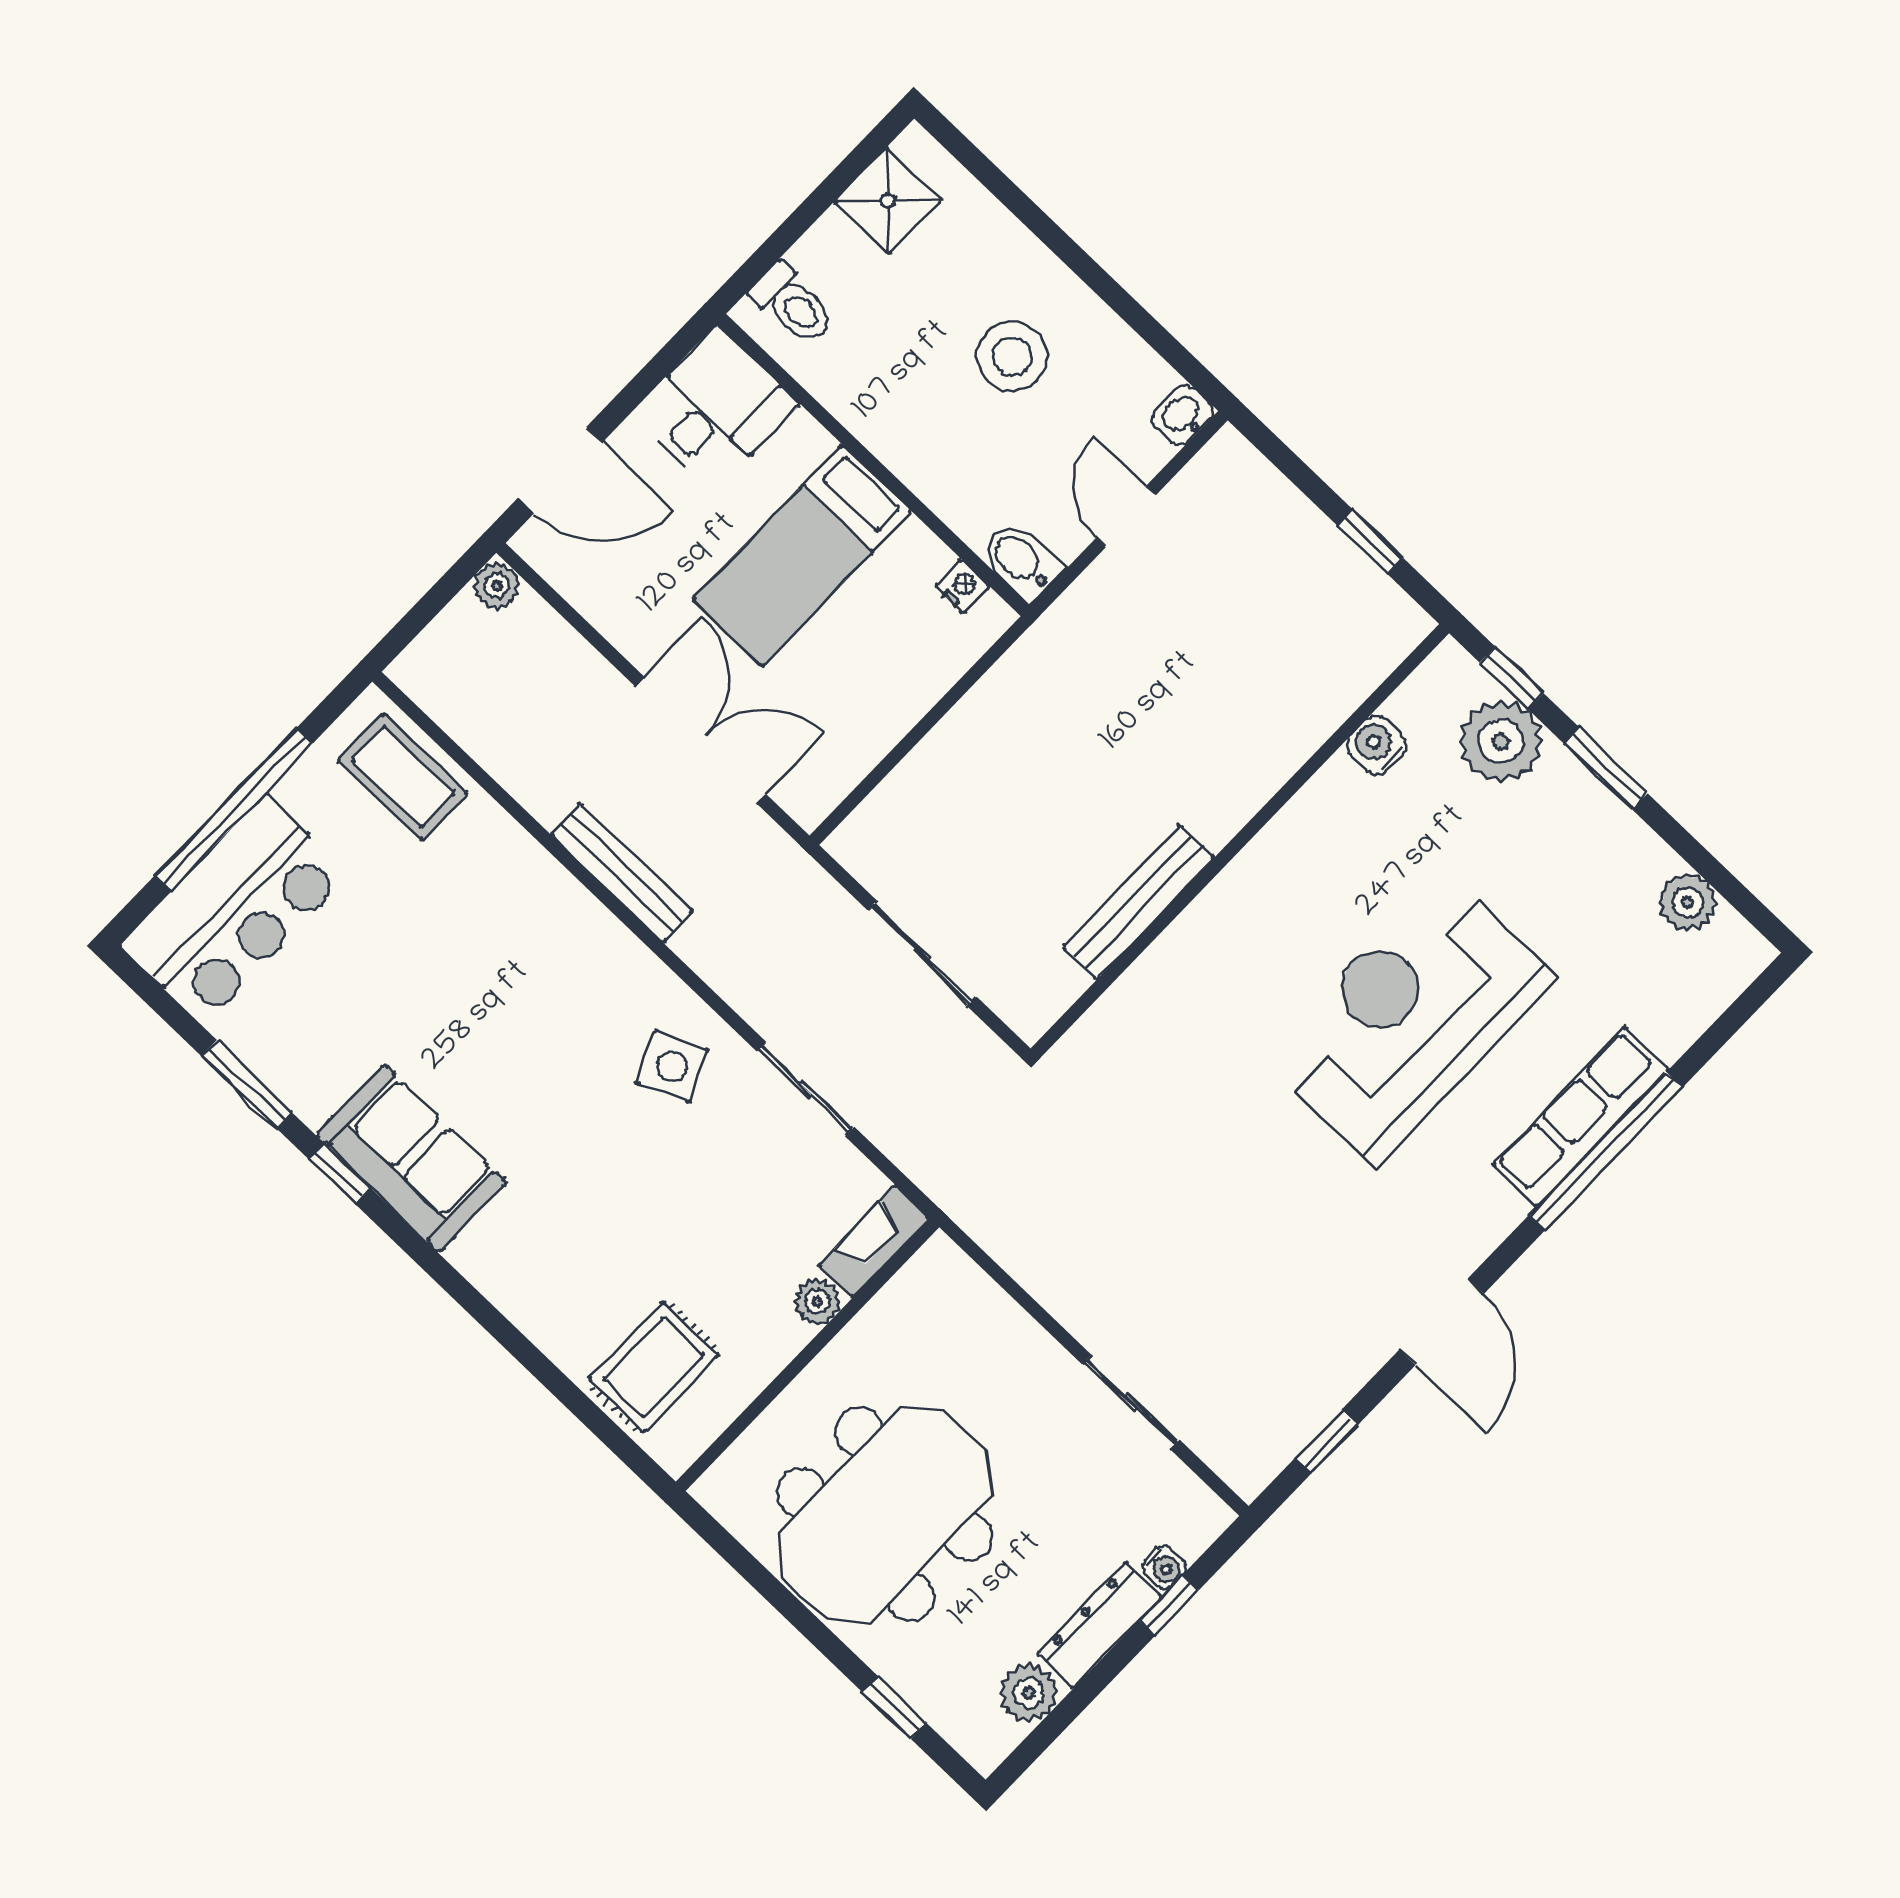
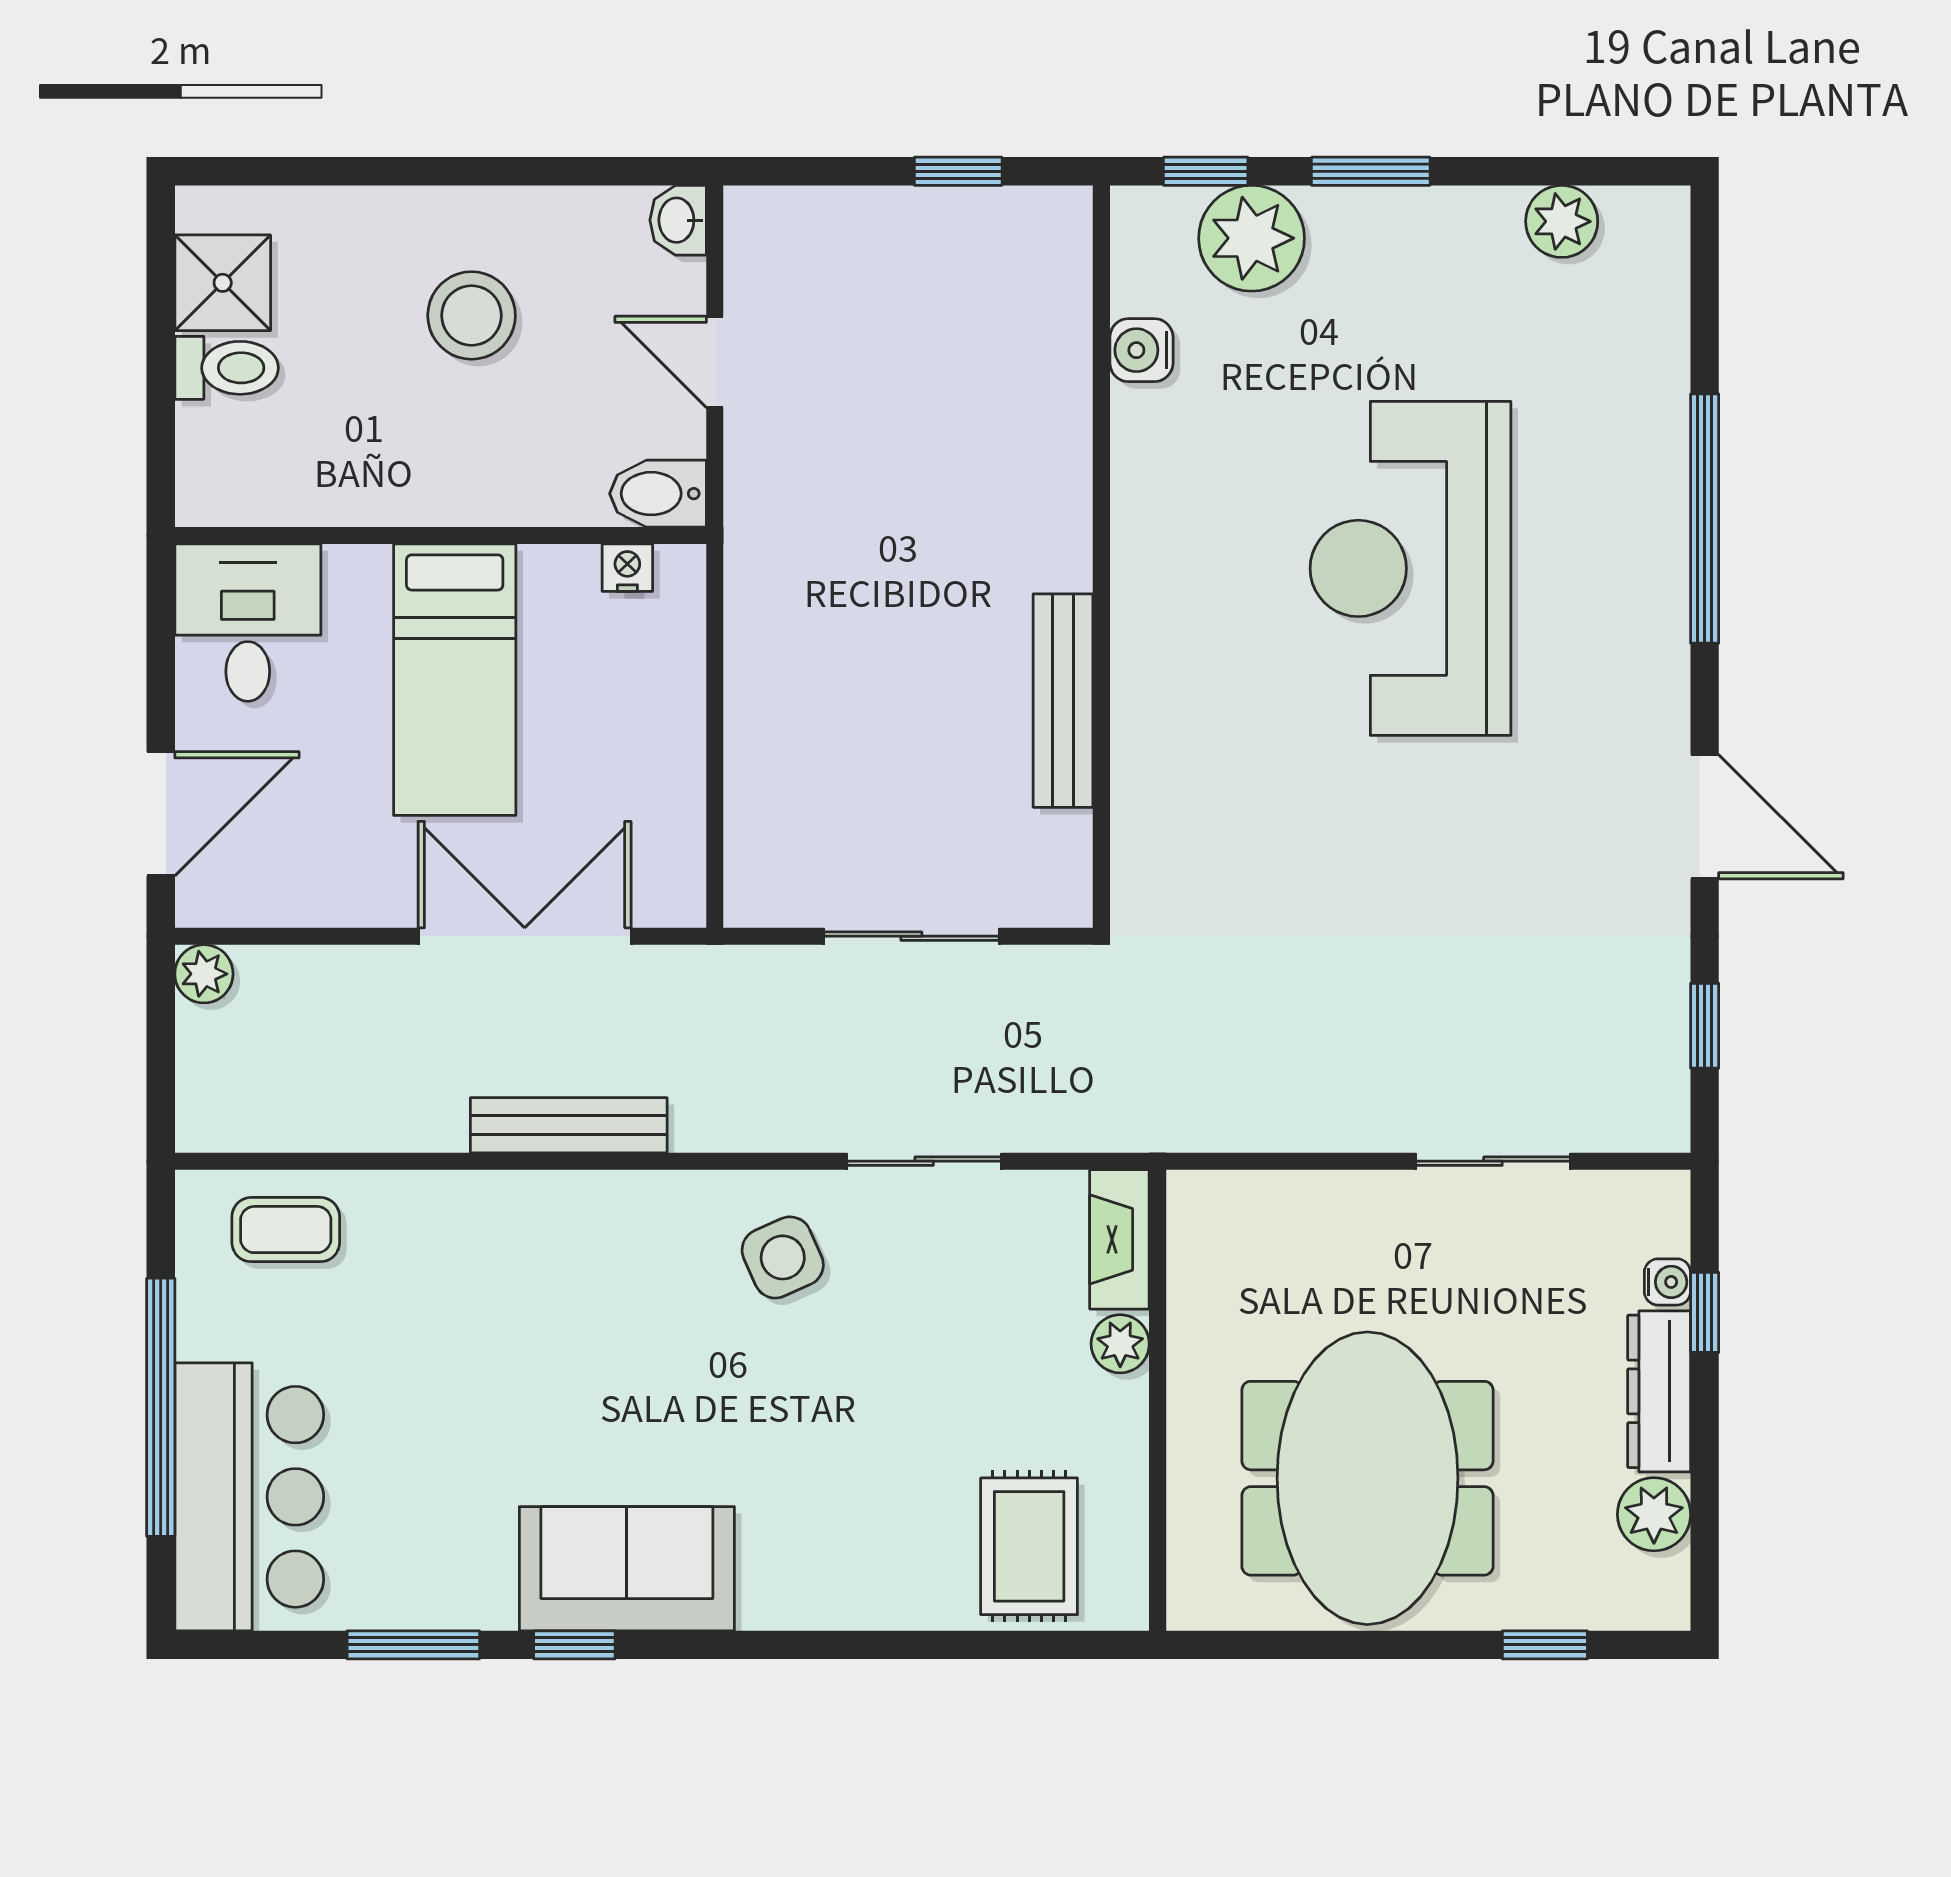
toilet: (793, 304) -> (227, 368), moved
coffee table: (403, 777) -> (286, 1230), width x0.73, depth x0.77
row of seats: (1581, 1117) -> (1652, 509), removed

